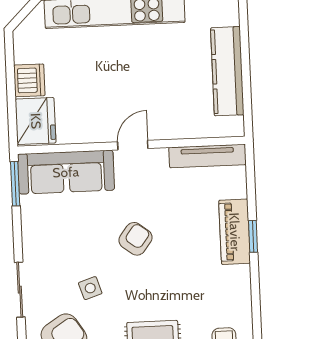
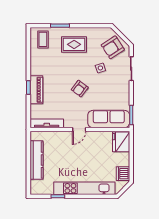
dishwasher: (29, 80) -> (123, 174), moved

